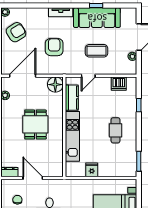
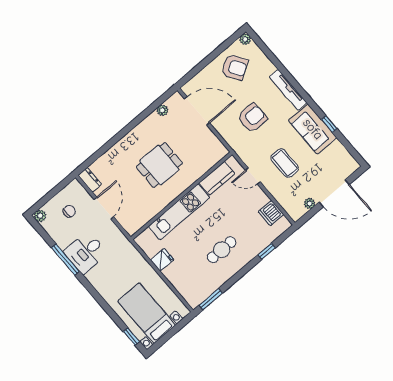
tv unit: (61, 12) -> (288, 90), width x1.41
sofa: (97, 18) -> (313, 129), width x0.73
floor lamp: (55, 85) -> (216, 151), removed

